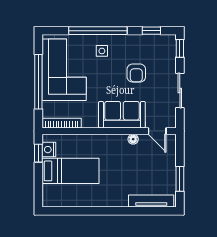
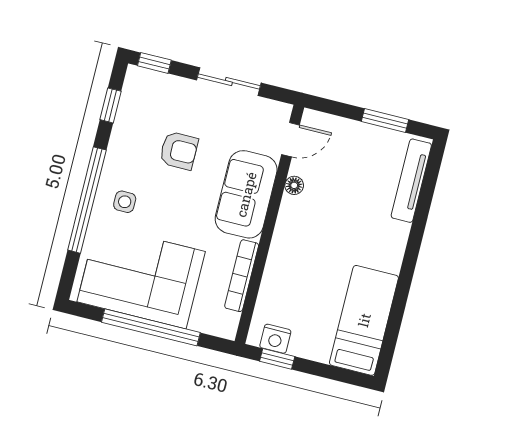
bookcase: (62, 123) -> (242, 276), moved
bed: (70, 171) -> (364, 320), moved

